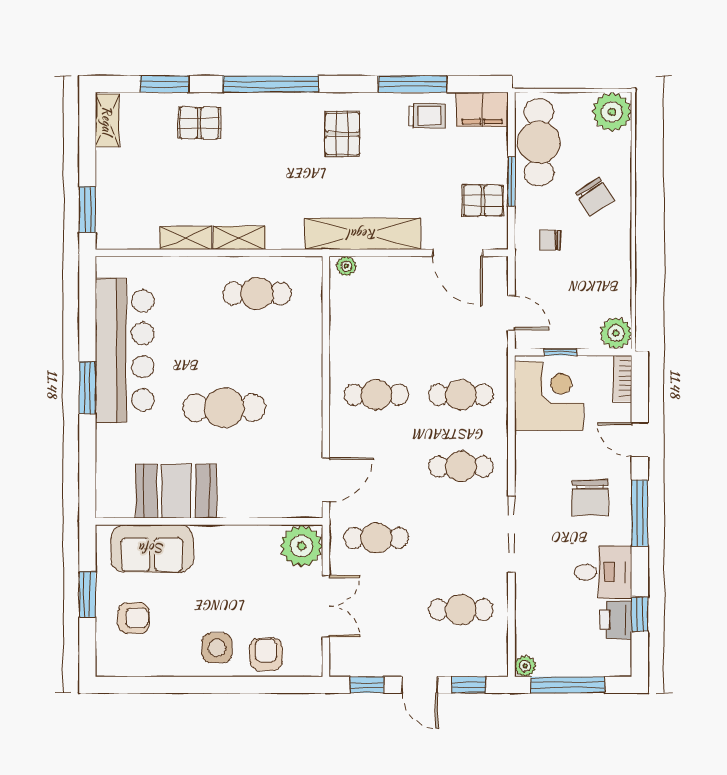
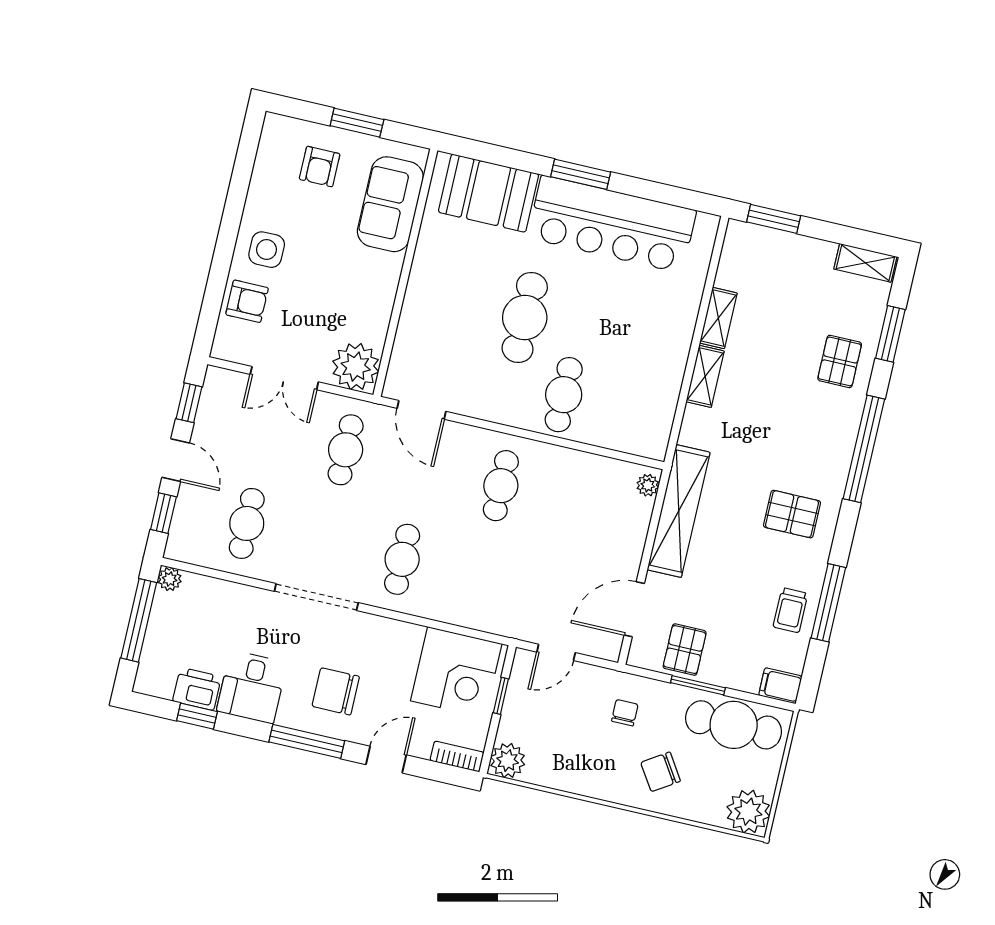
filing cabinet: (482, 109) -> (780, 686), width x0.50
cafe table: (257, 293) -> (564, 395), moved
cafe table: (461, 395) -> (480, 577), removed
booth: (176, 491) -> (489, 193), moved, turned 90
door: (420, 685) -> (176, 460), swing flipped

